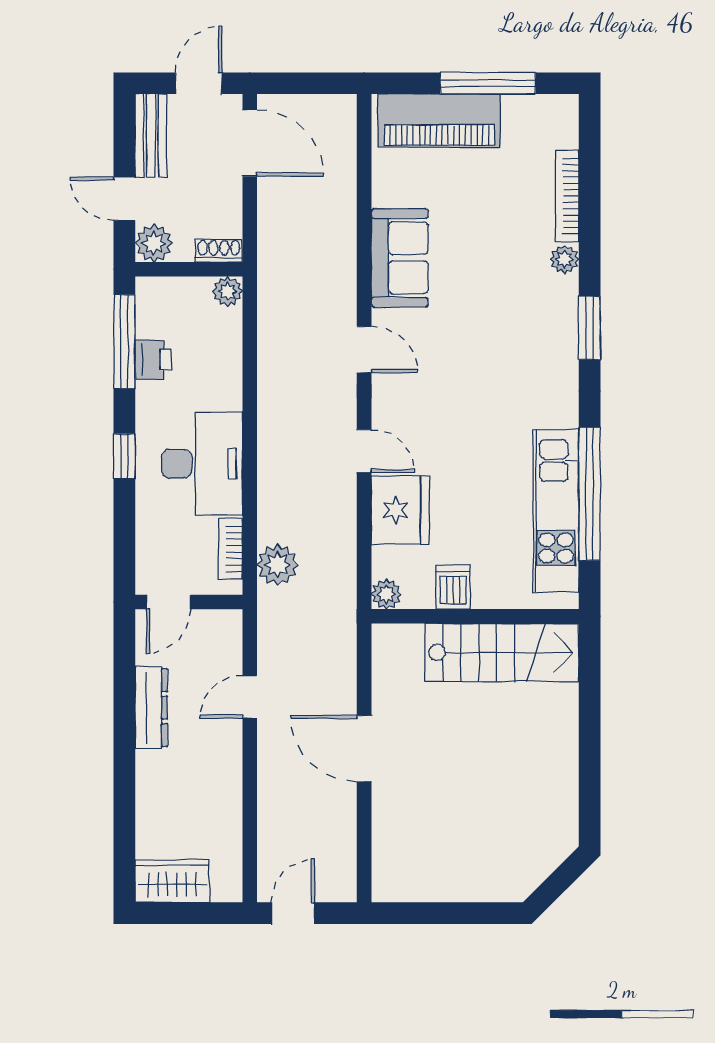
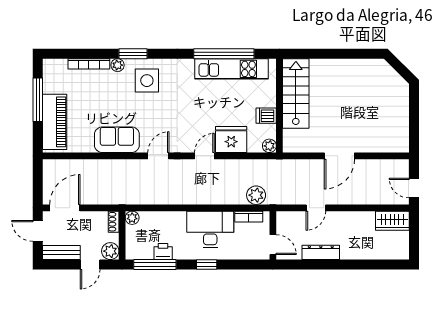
side table: (530, 324) -> (147, 81), added
window: (590, 328) -> (133, 54), moved
door: (250, 697) -> (316, 208), hinge flipped
wardrobe: (172, 881) -> (392, 221), moved, turned -90

